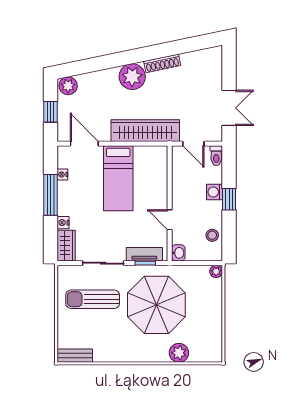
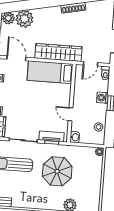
plant: (132, 77) -> (24, 19), moved
door: (193, 144) -> (90, 64), hinge flipped
bed: (118, 178) -> (50, 72), moved, turned 90
parasol: (156, 305) -> (57, 171), width x0.73, depth x0.73

